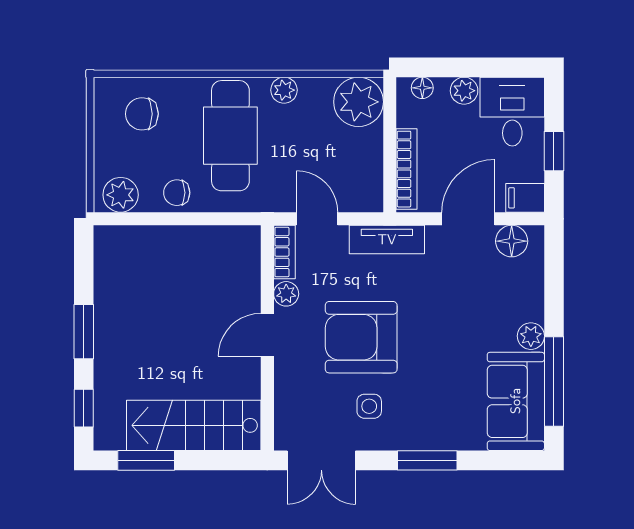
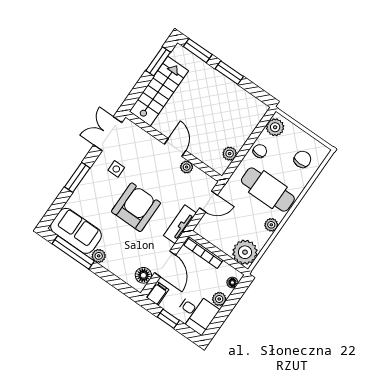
plant: (215, 239) -> (230, 154), added
bookcase: (284, 252) -> (204, 178), removed
armchair: (361, 337) -> (136, 207), moved
window: (84, 408) -> (198, 51), width x1.50

